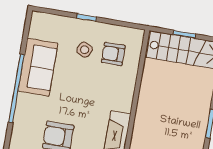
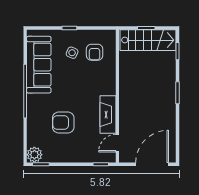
armchair: (113, 54) -> (95, 52), turned -90
sofa: (38, 67) -> (39, 65), width x1.36

